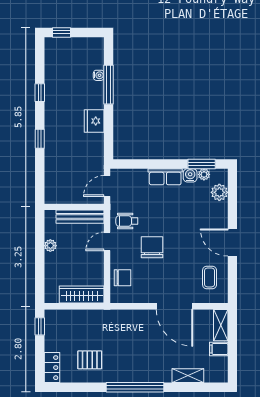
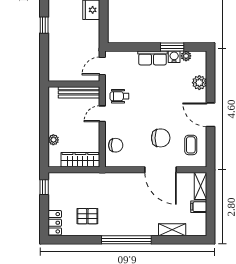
window: (202, 164) -> (172, 47), moved
plant: (219, 192) -> (199, 83), moved
plant: (50, 246) -> (53, 140), moved
chair: (152, 247) -> (161, 138), moved, turned 90

